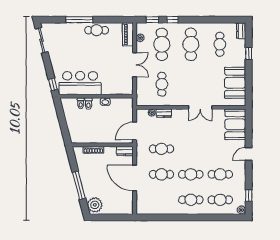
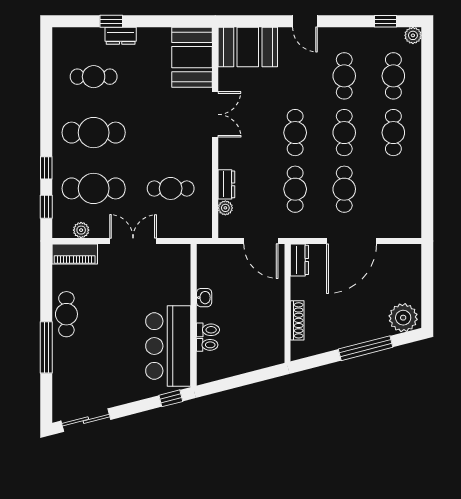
dresser: (241, 31) -> (121, 36), moved
booth: (235, 83) -> (192, 57), moved, turned 90
cafe table: (191, 149) -> (295, 133), added

